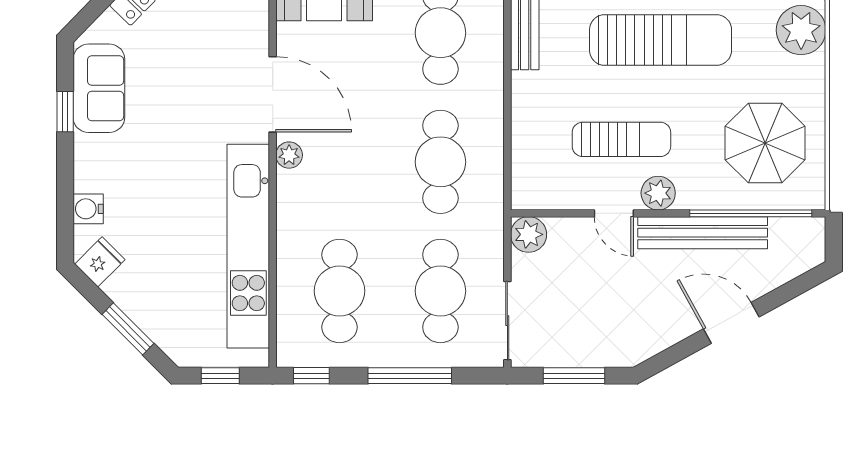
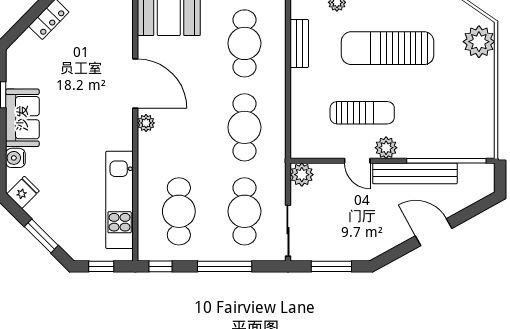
sun lounger: (661, 40) -> (388, 48), turned 180
sofa: (99, 88) -> (22, 118), moved
parasol: (765, 143) -> (456, 115), removed
kitchen unit: (248, 246) -> (120, 200), width x0.73

